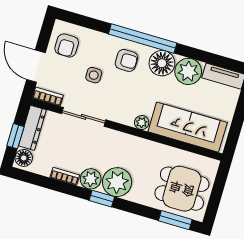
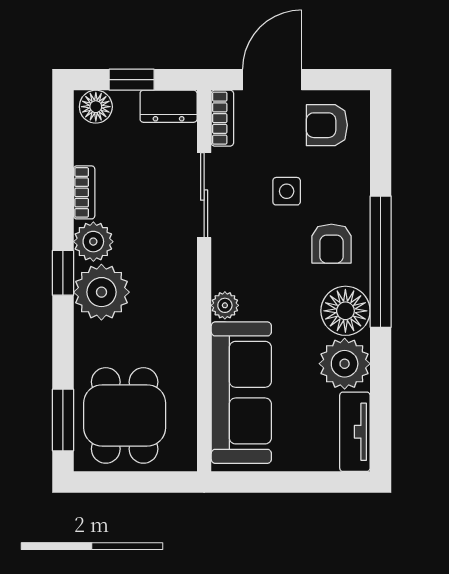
dresser: (32, 128) -> (169, 106), width x0.70

